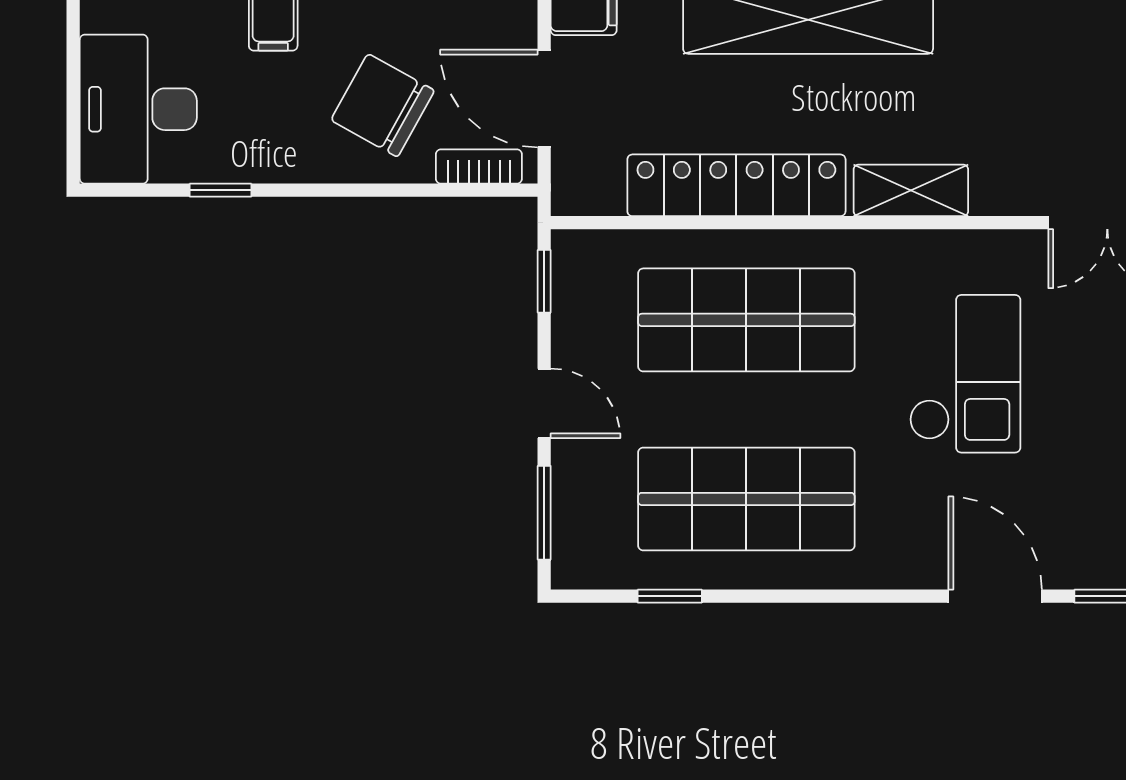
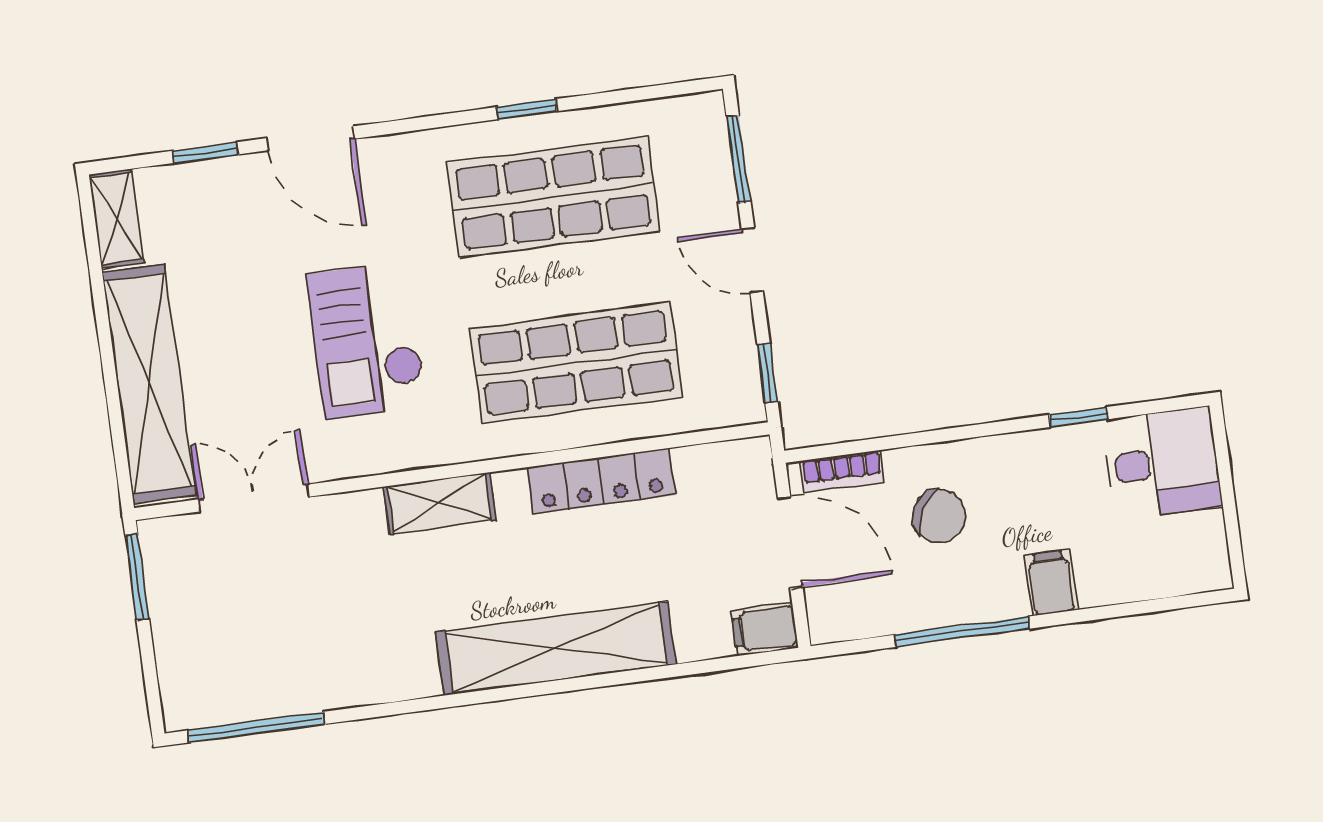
chair: (383, 105) -> (939, 516), width x0.73, depth x0.73
desk: (138, 109) -> (1162, 463), width x0.73
locker: (736, 185) -> (601, 481), width x0.71, depth x0.83
window: (670, 596) -> (527, 109), moved

